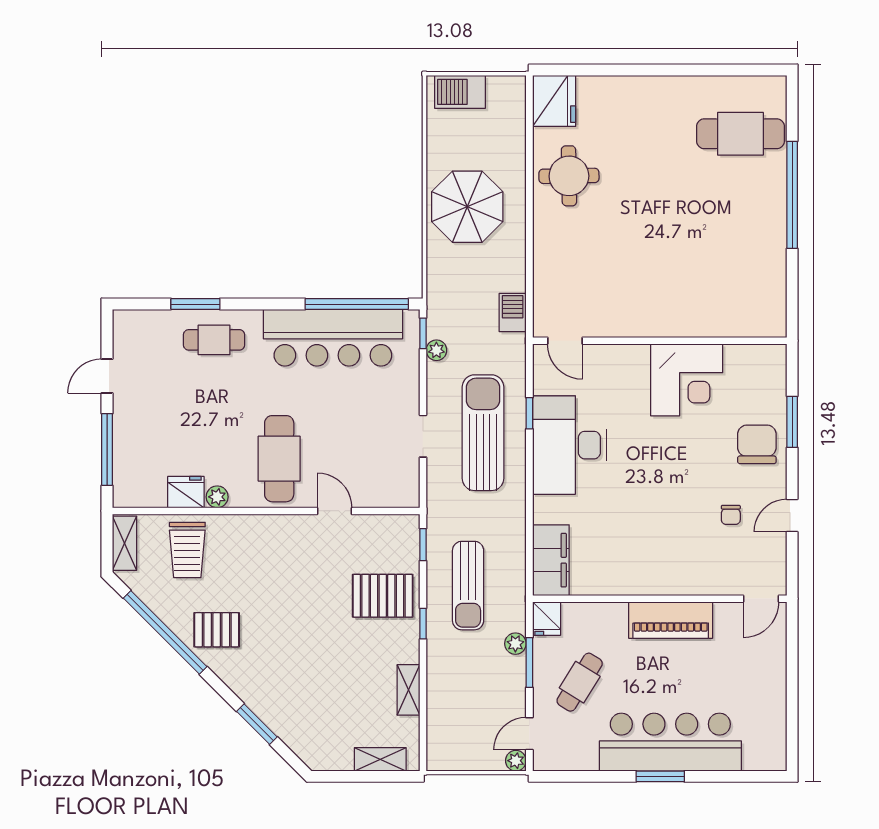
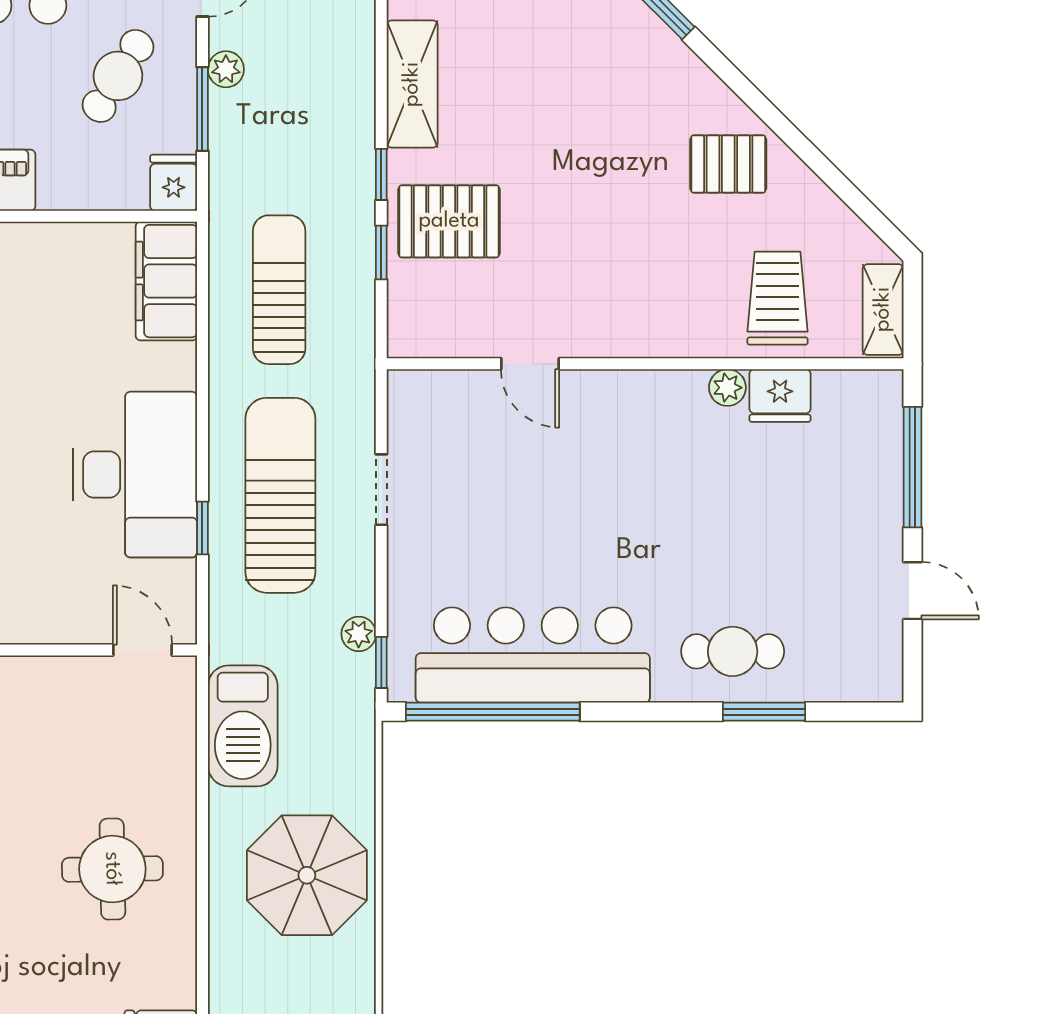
round table: (569, 176) -> (112, 869), moved
barbecue: (513, 312) -> (243, 726), width x1.88, depth x1.53
door: (107, 376) -> (912, 591), hinge flipped
sun lounger: (483, 433) -> (280, 495), turned 180
cafe table: (279, 459) -> (623, 452), removed
window: (423, 545) -> (381, 252), moved
sun lounger: (468, 586) -> (279, 290), moved
window: (165, 632) -> (815, 160), removed
plant: (515, 644) -> (226, 69), moved
shelving: (408, 690) -> (412, 84), width x1.50, depth x1.33

